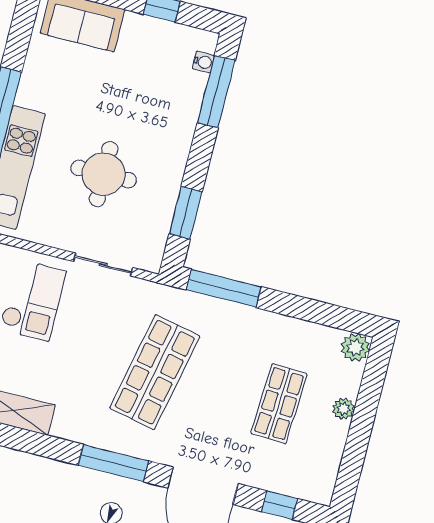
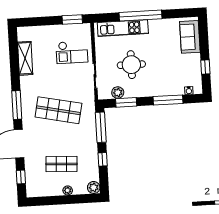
window: (216, 92) -> (168, 100), moved
plant: (157, 225) -> (118, 93), added
window: (298, 307) -> (103, 159), added

